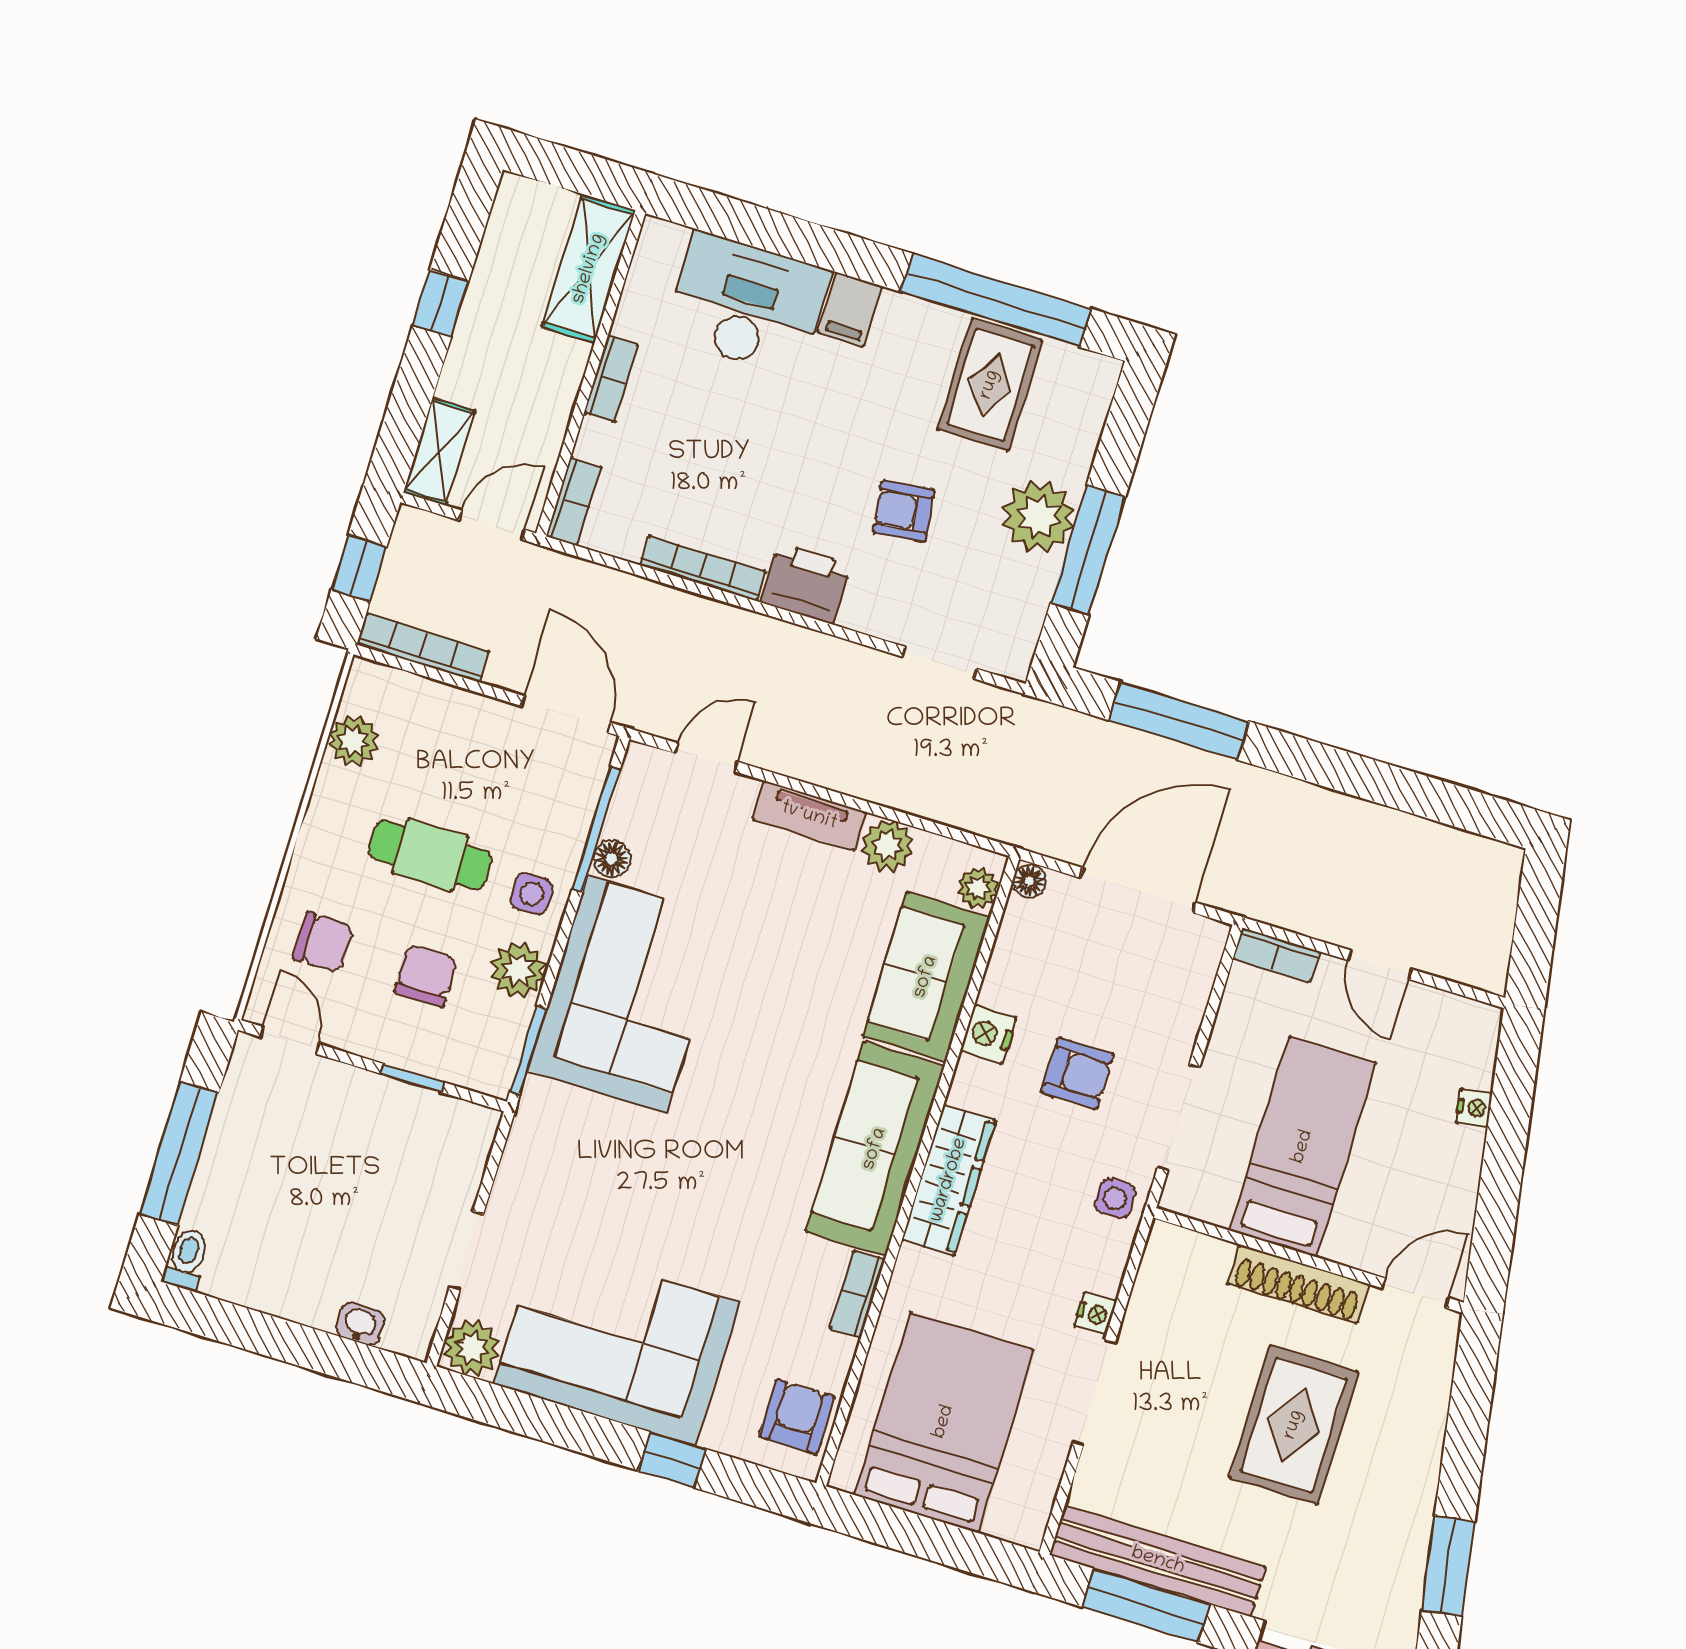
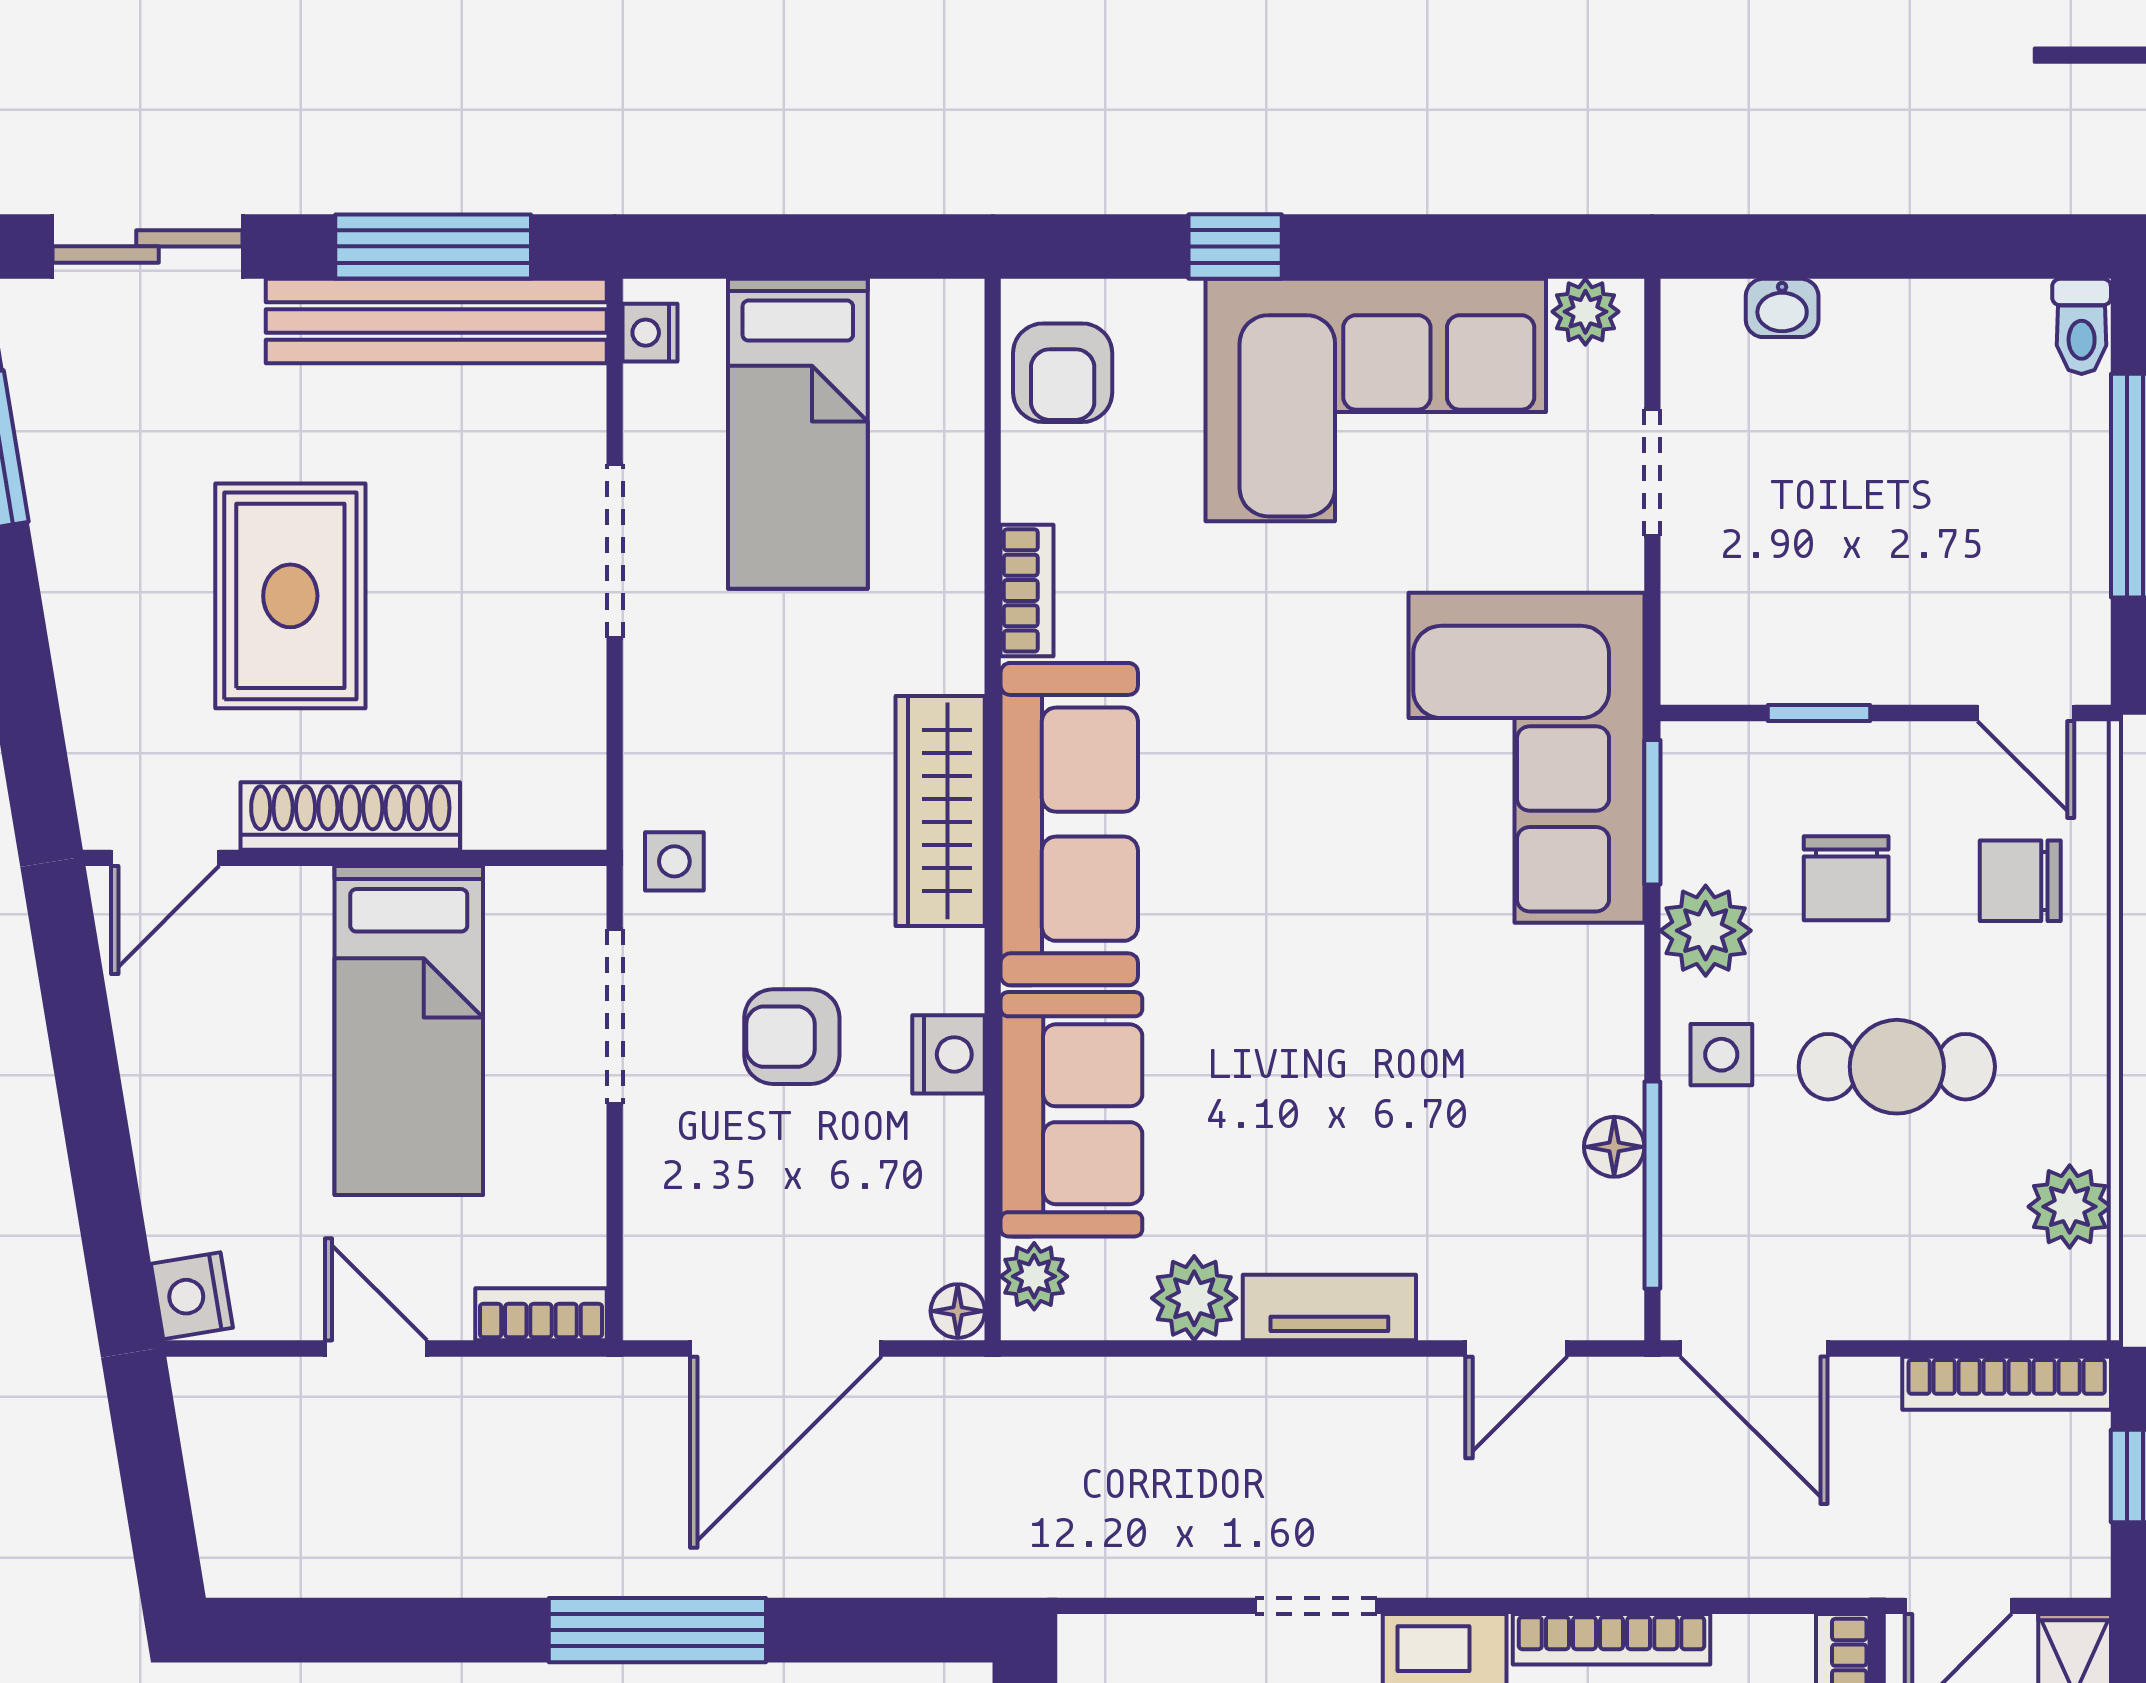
doorway: (939, 663) -> (1316, 1606), moved
window: (1179, 721) -> (657, 1630), moved
corner sofa: (627, 994) -> (1526, 758), moved
nightstand: (1474, 1108) -> (192, 1296), moved, width x1.39, depth x1.35
nightstand: (1095, 1314) -> (650, 333), moved
plant: (472, 1348) -> (1585, 312), width x0.73, depth x0.73
bed: (944, 1422) -> (798, 434), width x0.67

